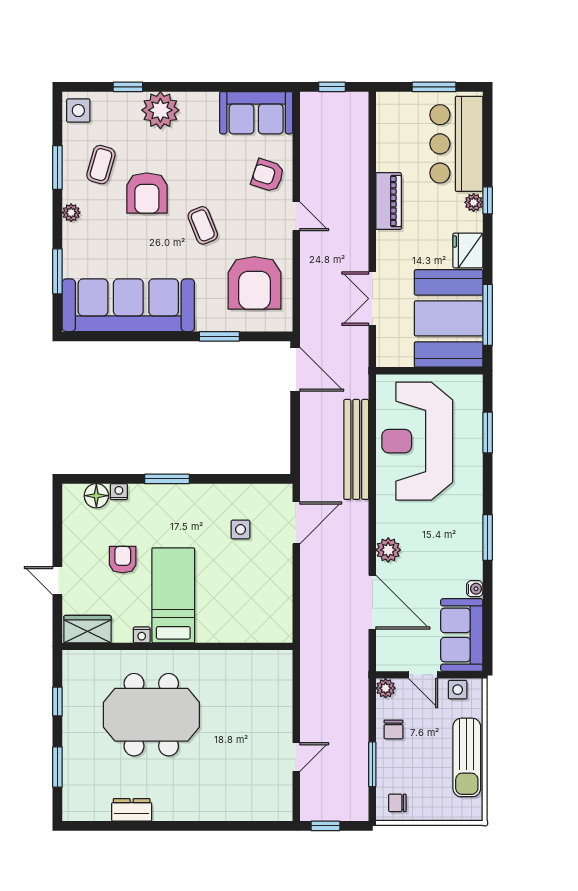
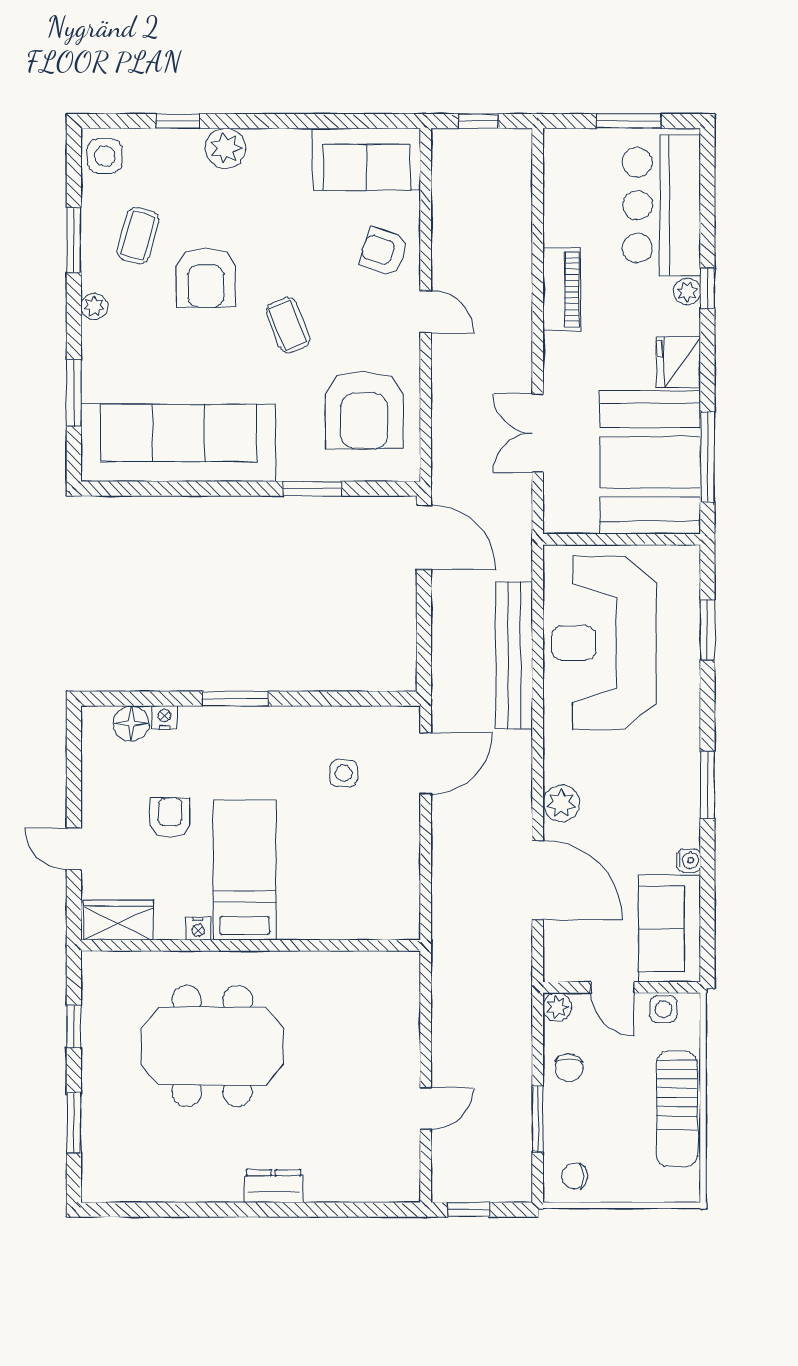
plant: (160, 110) -> (226, 148), width x0.73, depth x0.73
dresser: (132, 810) -> (273, 1186), moved

